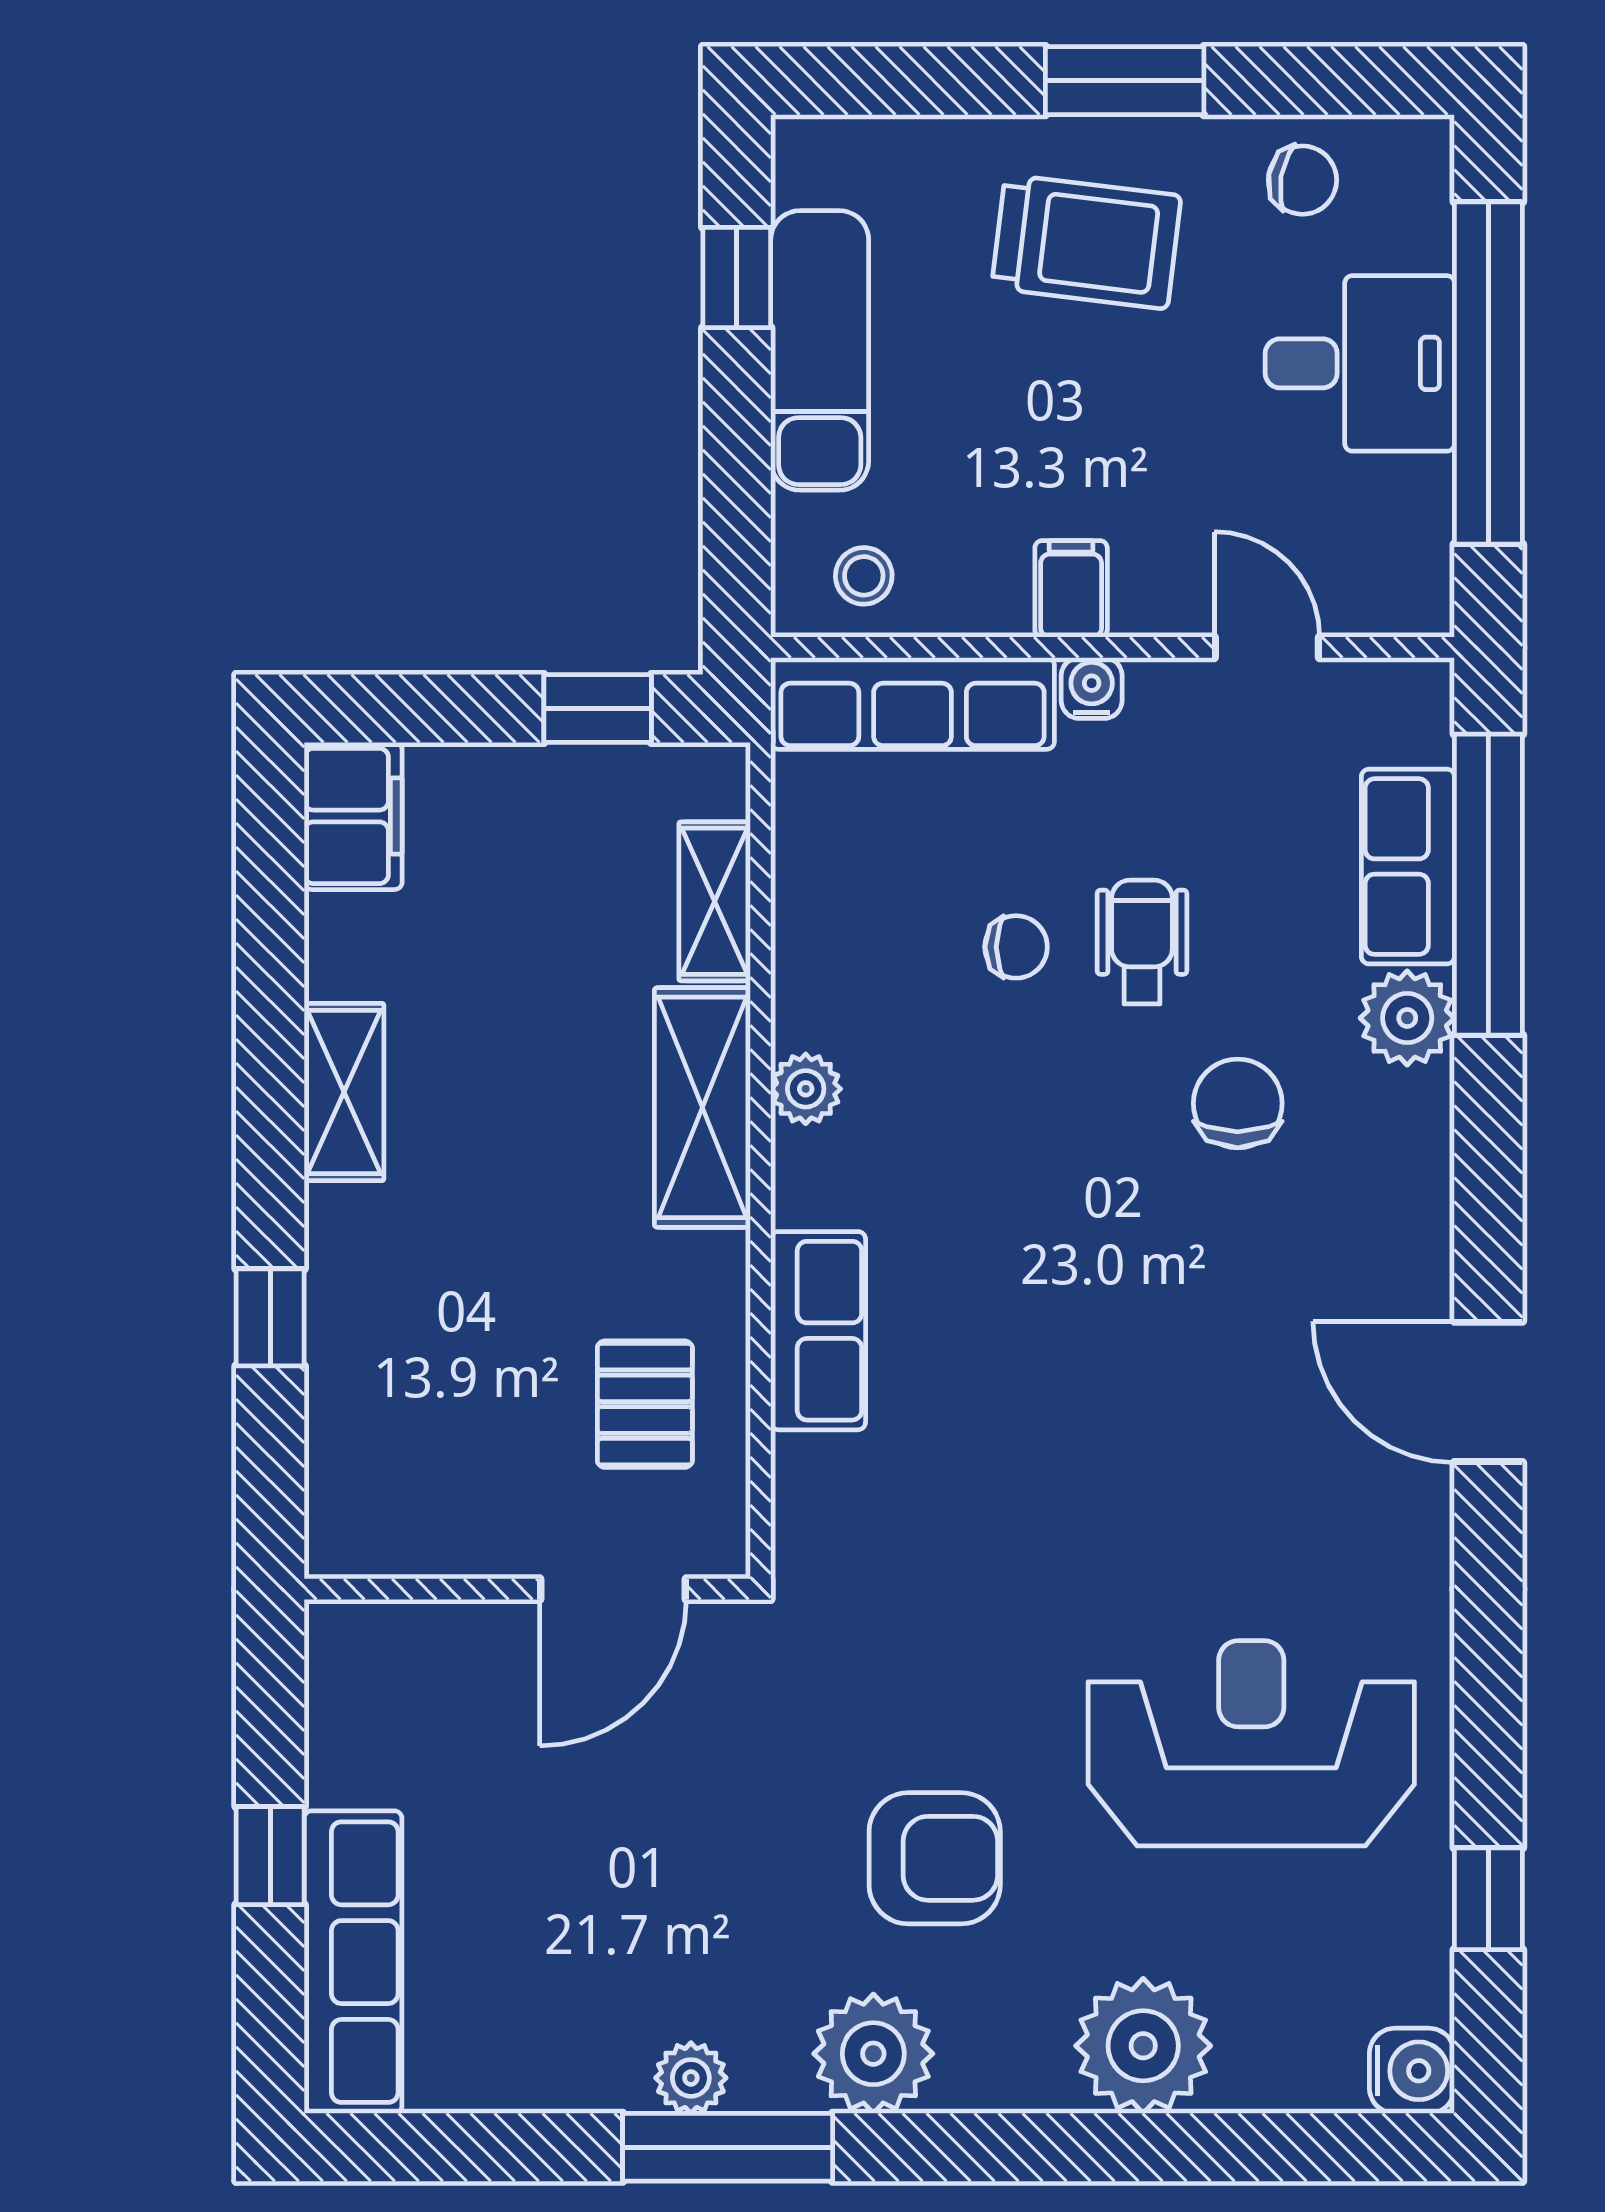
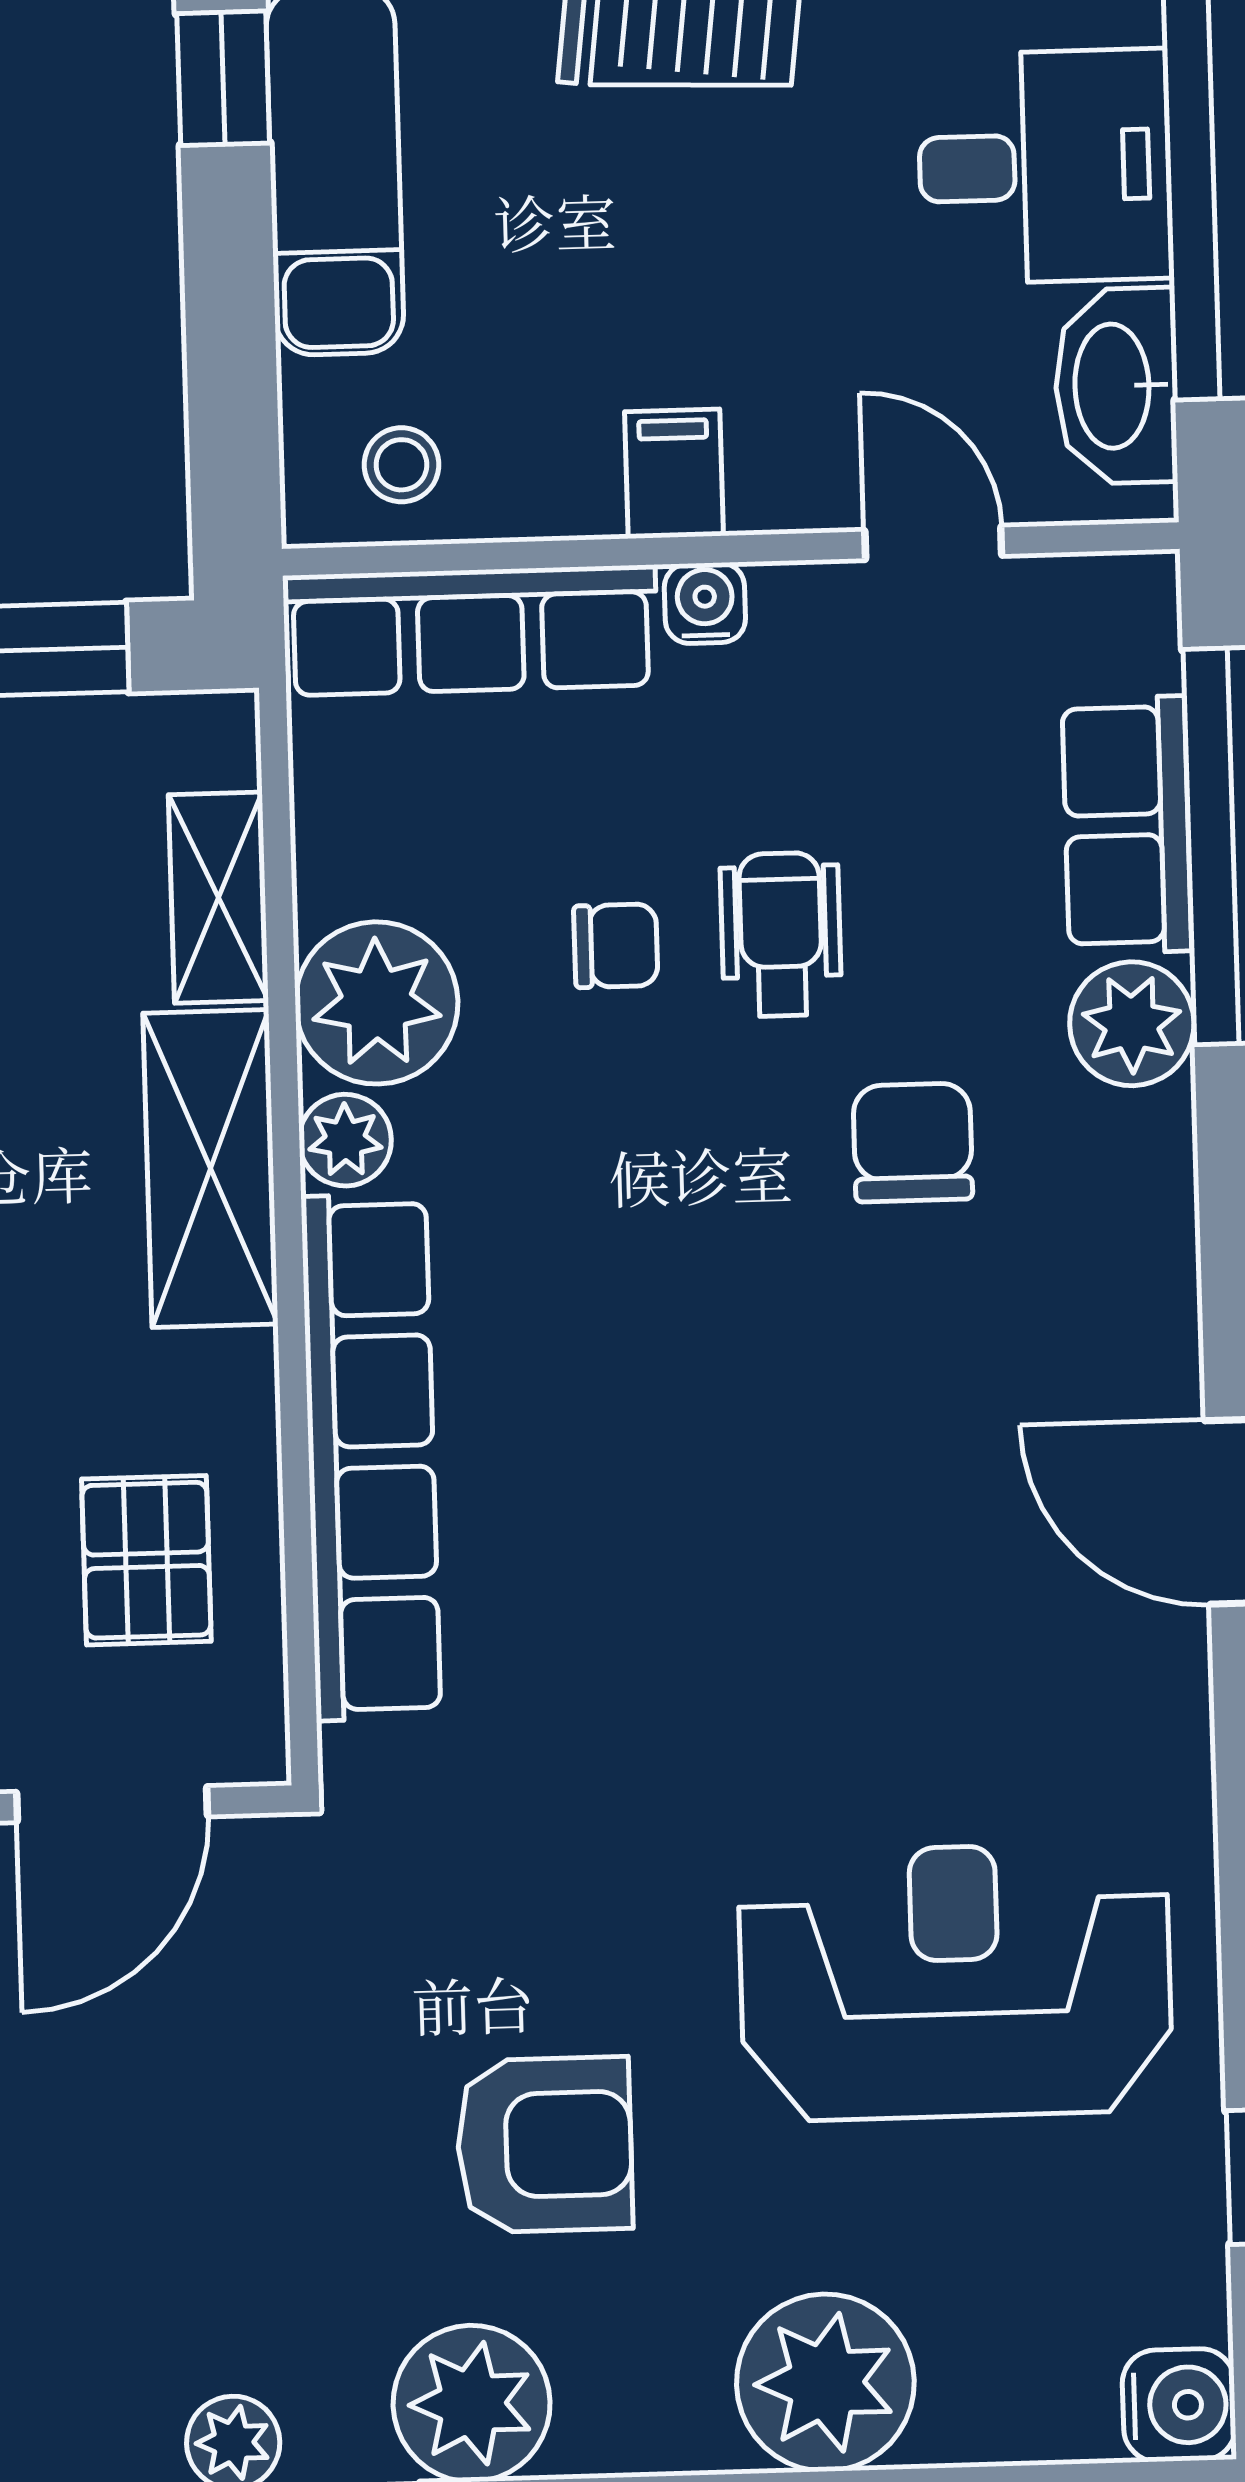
washbasin: (1409, 532) -> (1115, 386), added
plant: (833, 985) -> (377, 1003), added
row of seats: (818, 1331) -> (371, 1457), width x2.02

